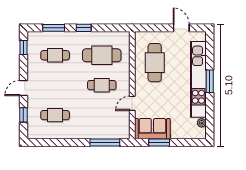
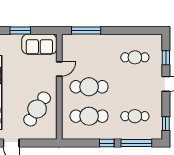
window: (54, 28) -> (136, 143), width x1.44
cafe table: (155, 63) -> (37, 109), turned 32
cafe table: (102, 85) -> (89, 87), width x1.37, depth x1.35
window: (159, 143) -> (20, 30), moved

